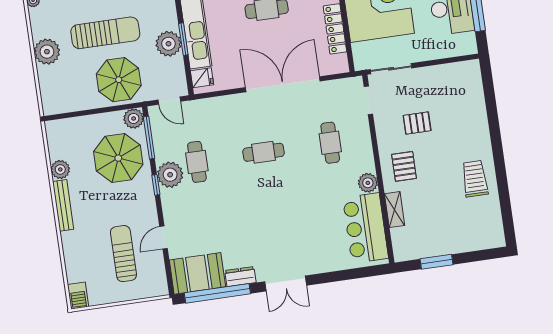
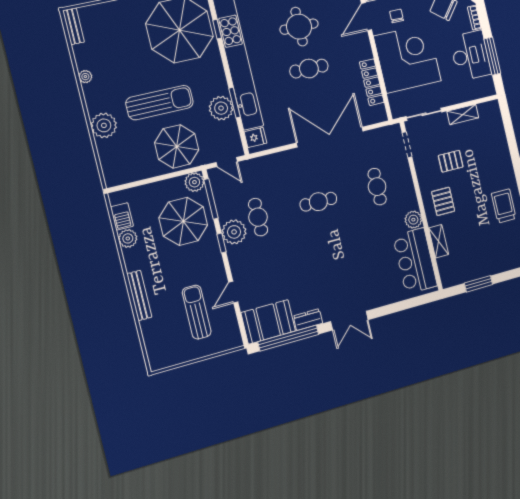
shelving: (436, 73) -> (463, 115), added
bench: (63, 205) -> (139, 295), moved
barbecue: (78, 296) -> (122, 216), moved

